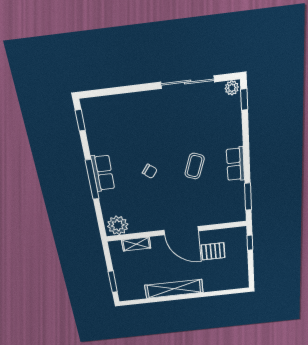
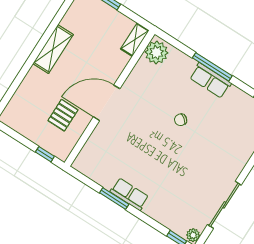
coffee table: (195, 166) -> (155, 160), removed
window: (248, 197) -> (114, 199), moved
shelving: (136, 244) -> (135, 40), moved
shelving: (174, 289) -> (53, 49), width x0.68

